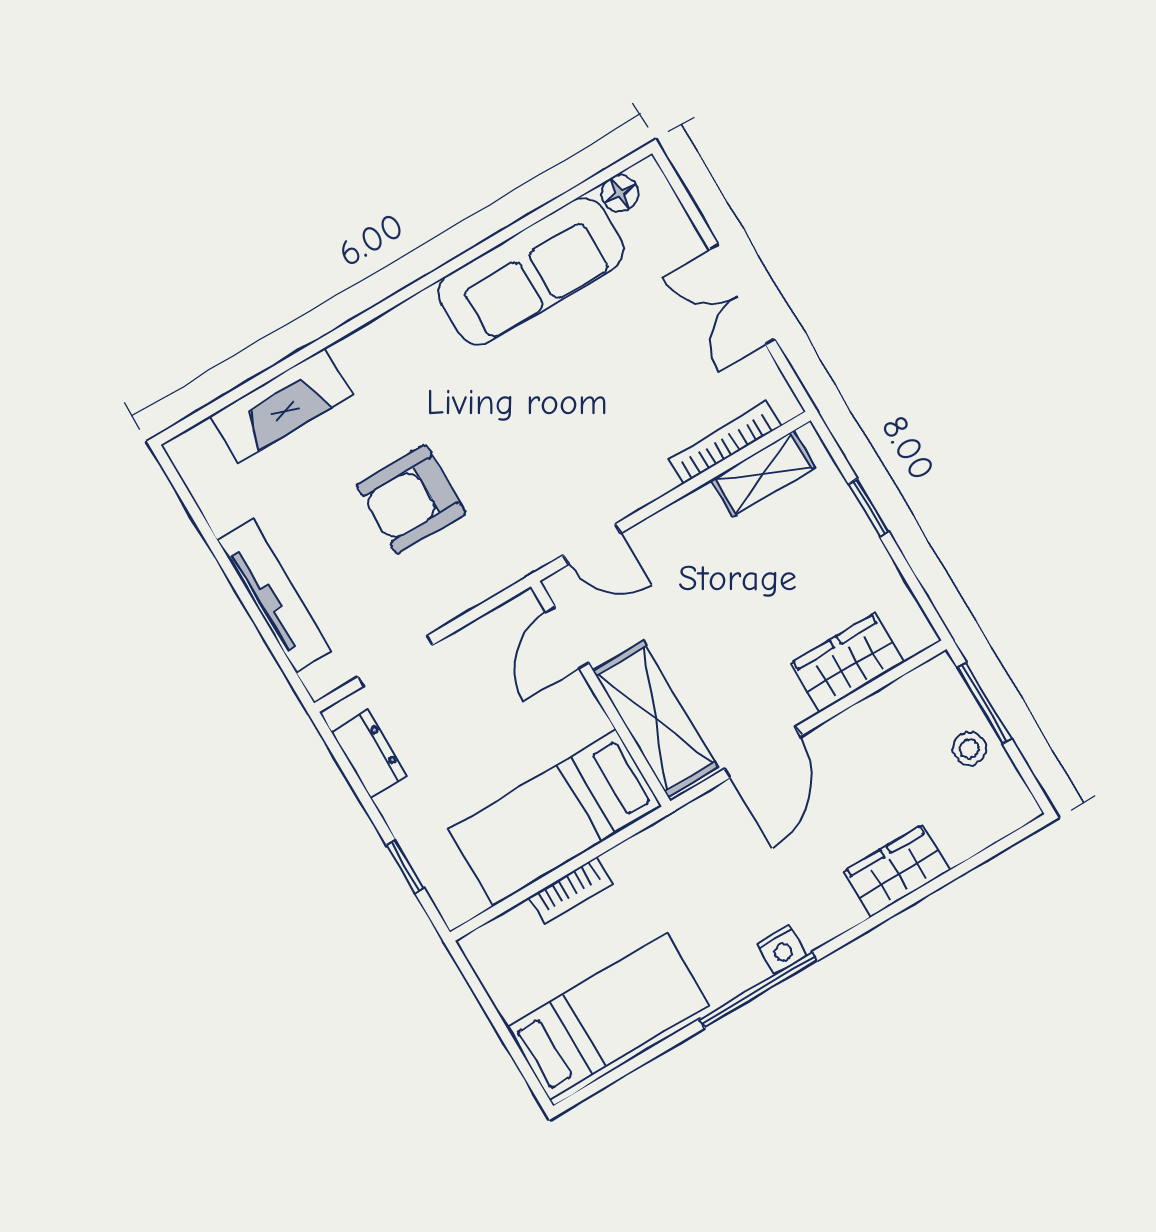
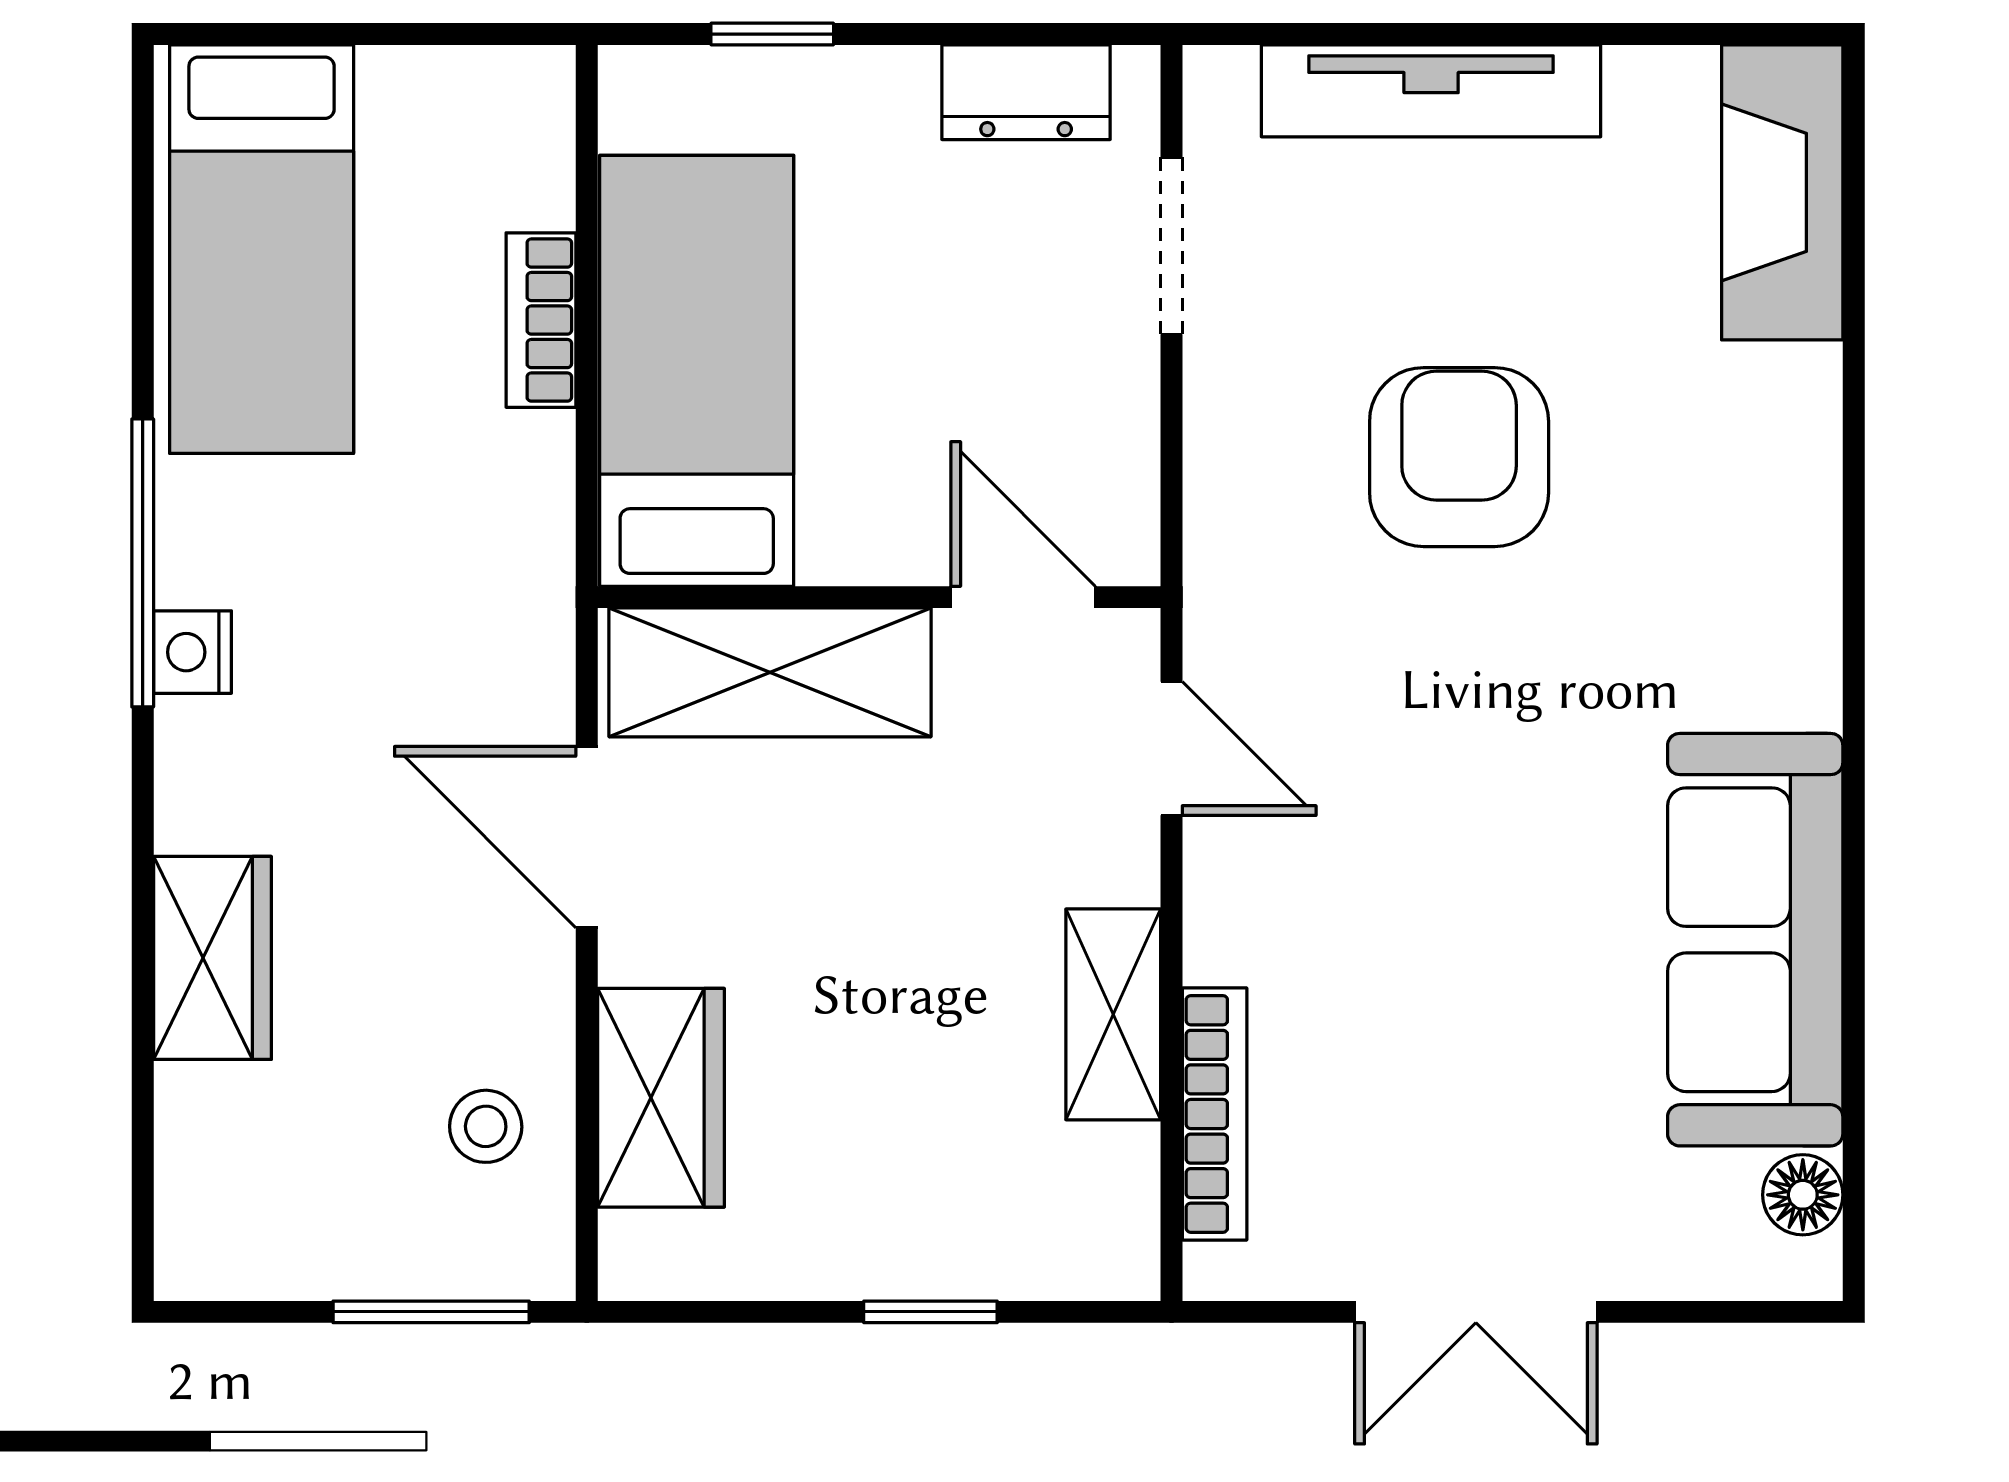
double door: (742, 294) -> (1476, 1312), swing flipped
fireplace: (281, 405) -> (1782, 192), moved
shelving: (763, 473) -> (1113, 1014), moved
door: (592, 544) -> (1171, 749), swing flipped
stool: (970, 749) -> (486, 1126), moved

